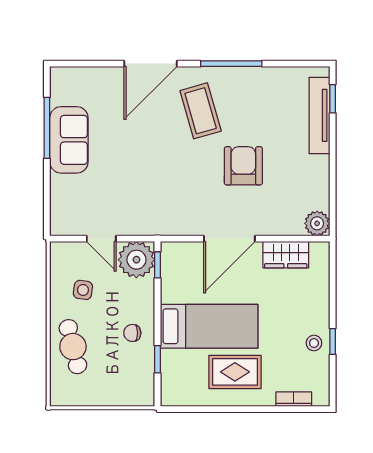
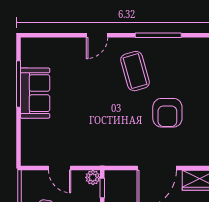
door: (151, 64) -> (97, 35), width x0.53
armchair: (243, 166) -> (167, 113), turned 180
plant: (136, 260) -> (93, 177), width x0.53, depth x0.53

